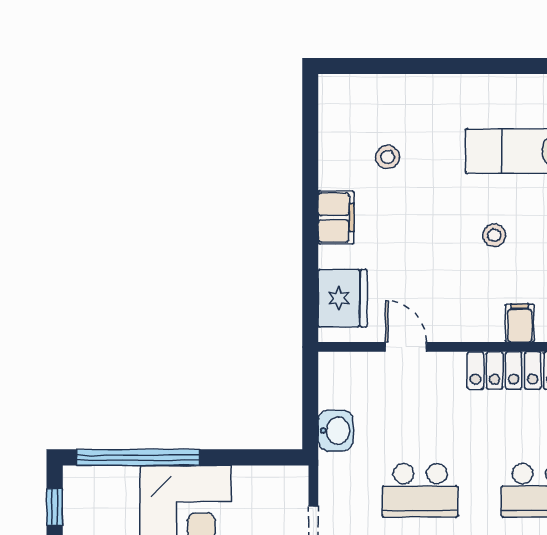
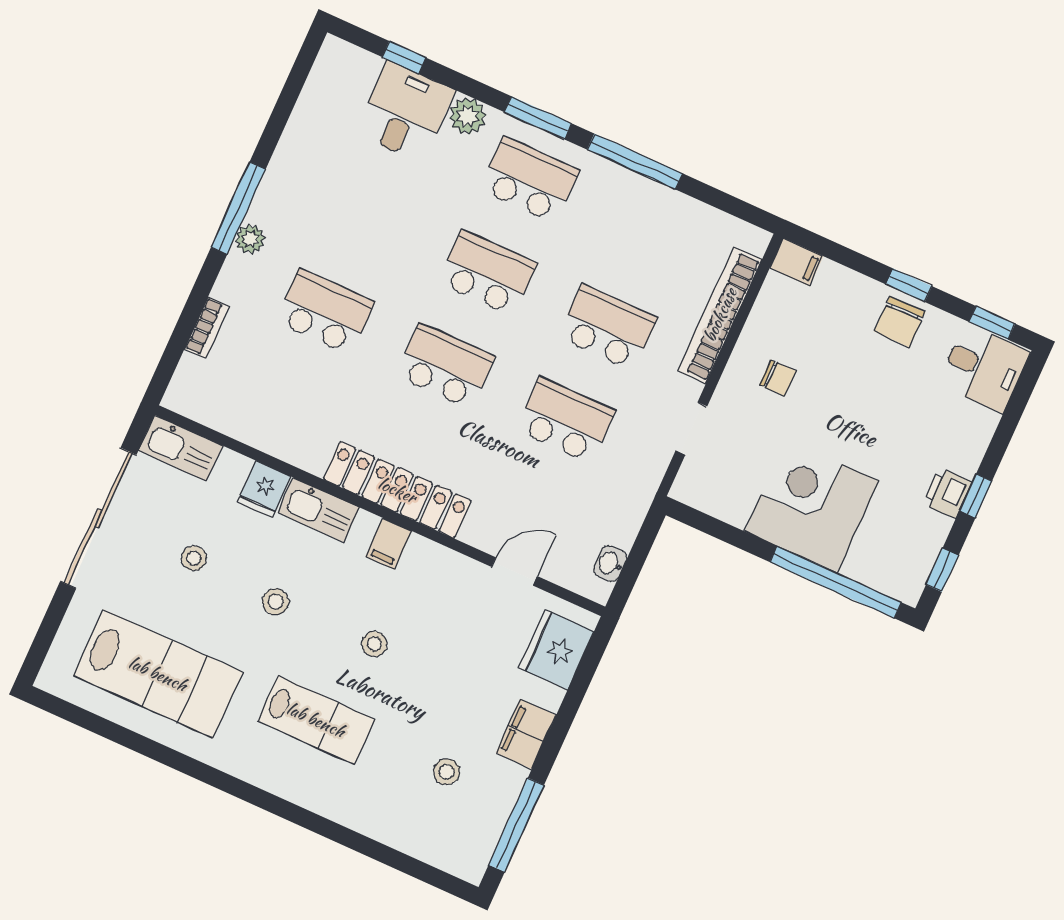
window: (310, 139) -> (516, 825), added
door: (406, 347) -> (514, 572), swing flipped
washbasin: (336, 431) -> (610, 563), moved, width x0.72, depth x0.69

